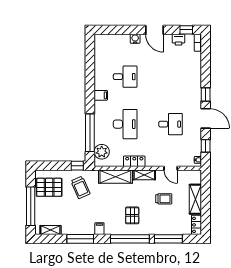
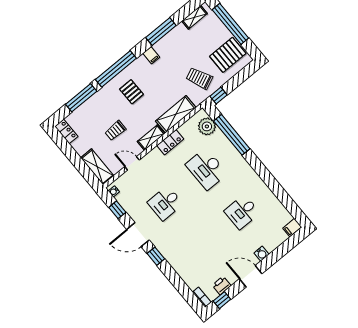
filing cabinet: (101, 95) -> (292, 228), moved
shelving: (195, 199) -> (97, 167), moved

